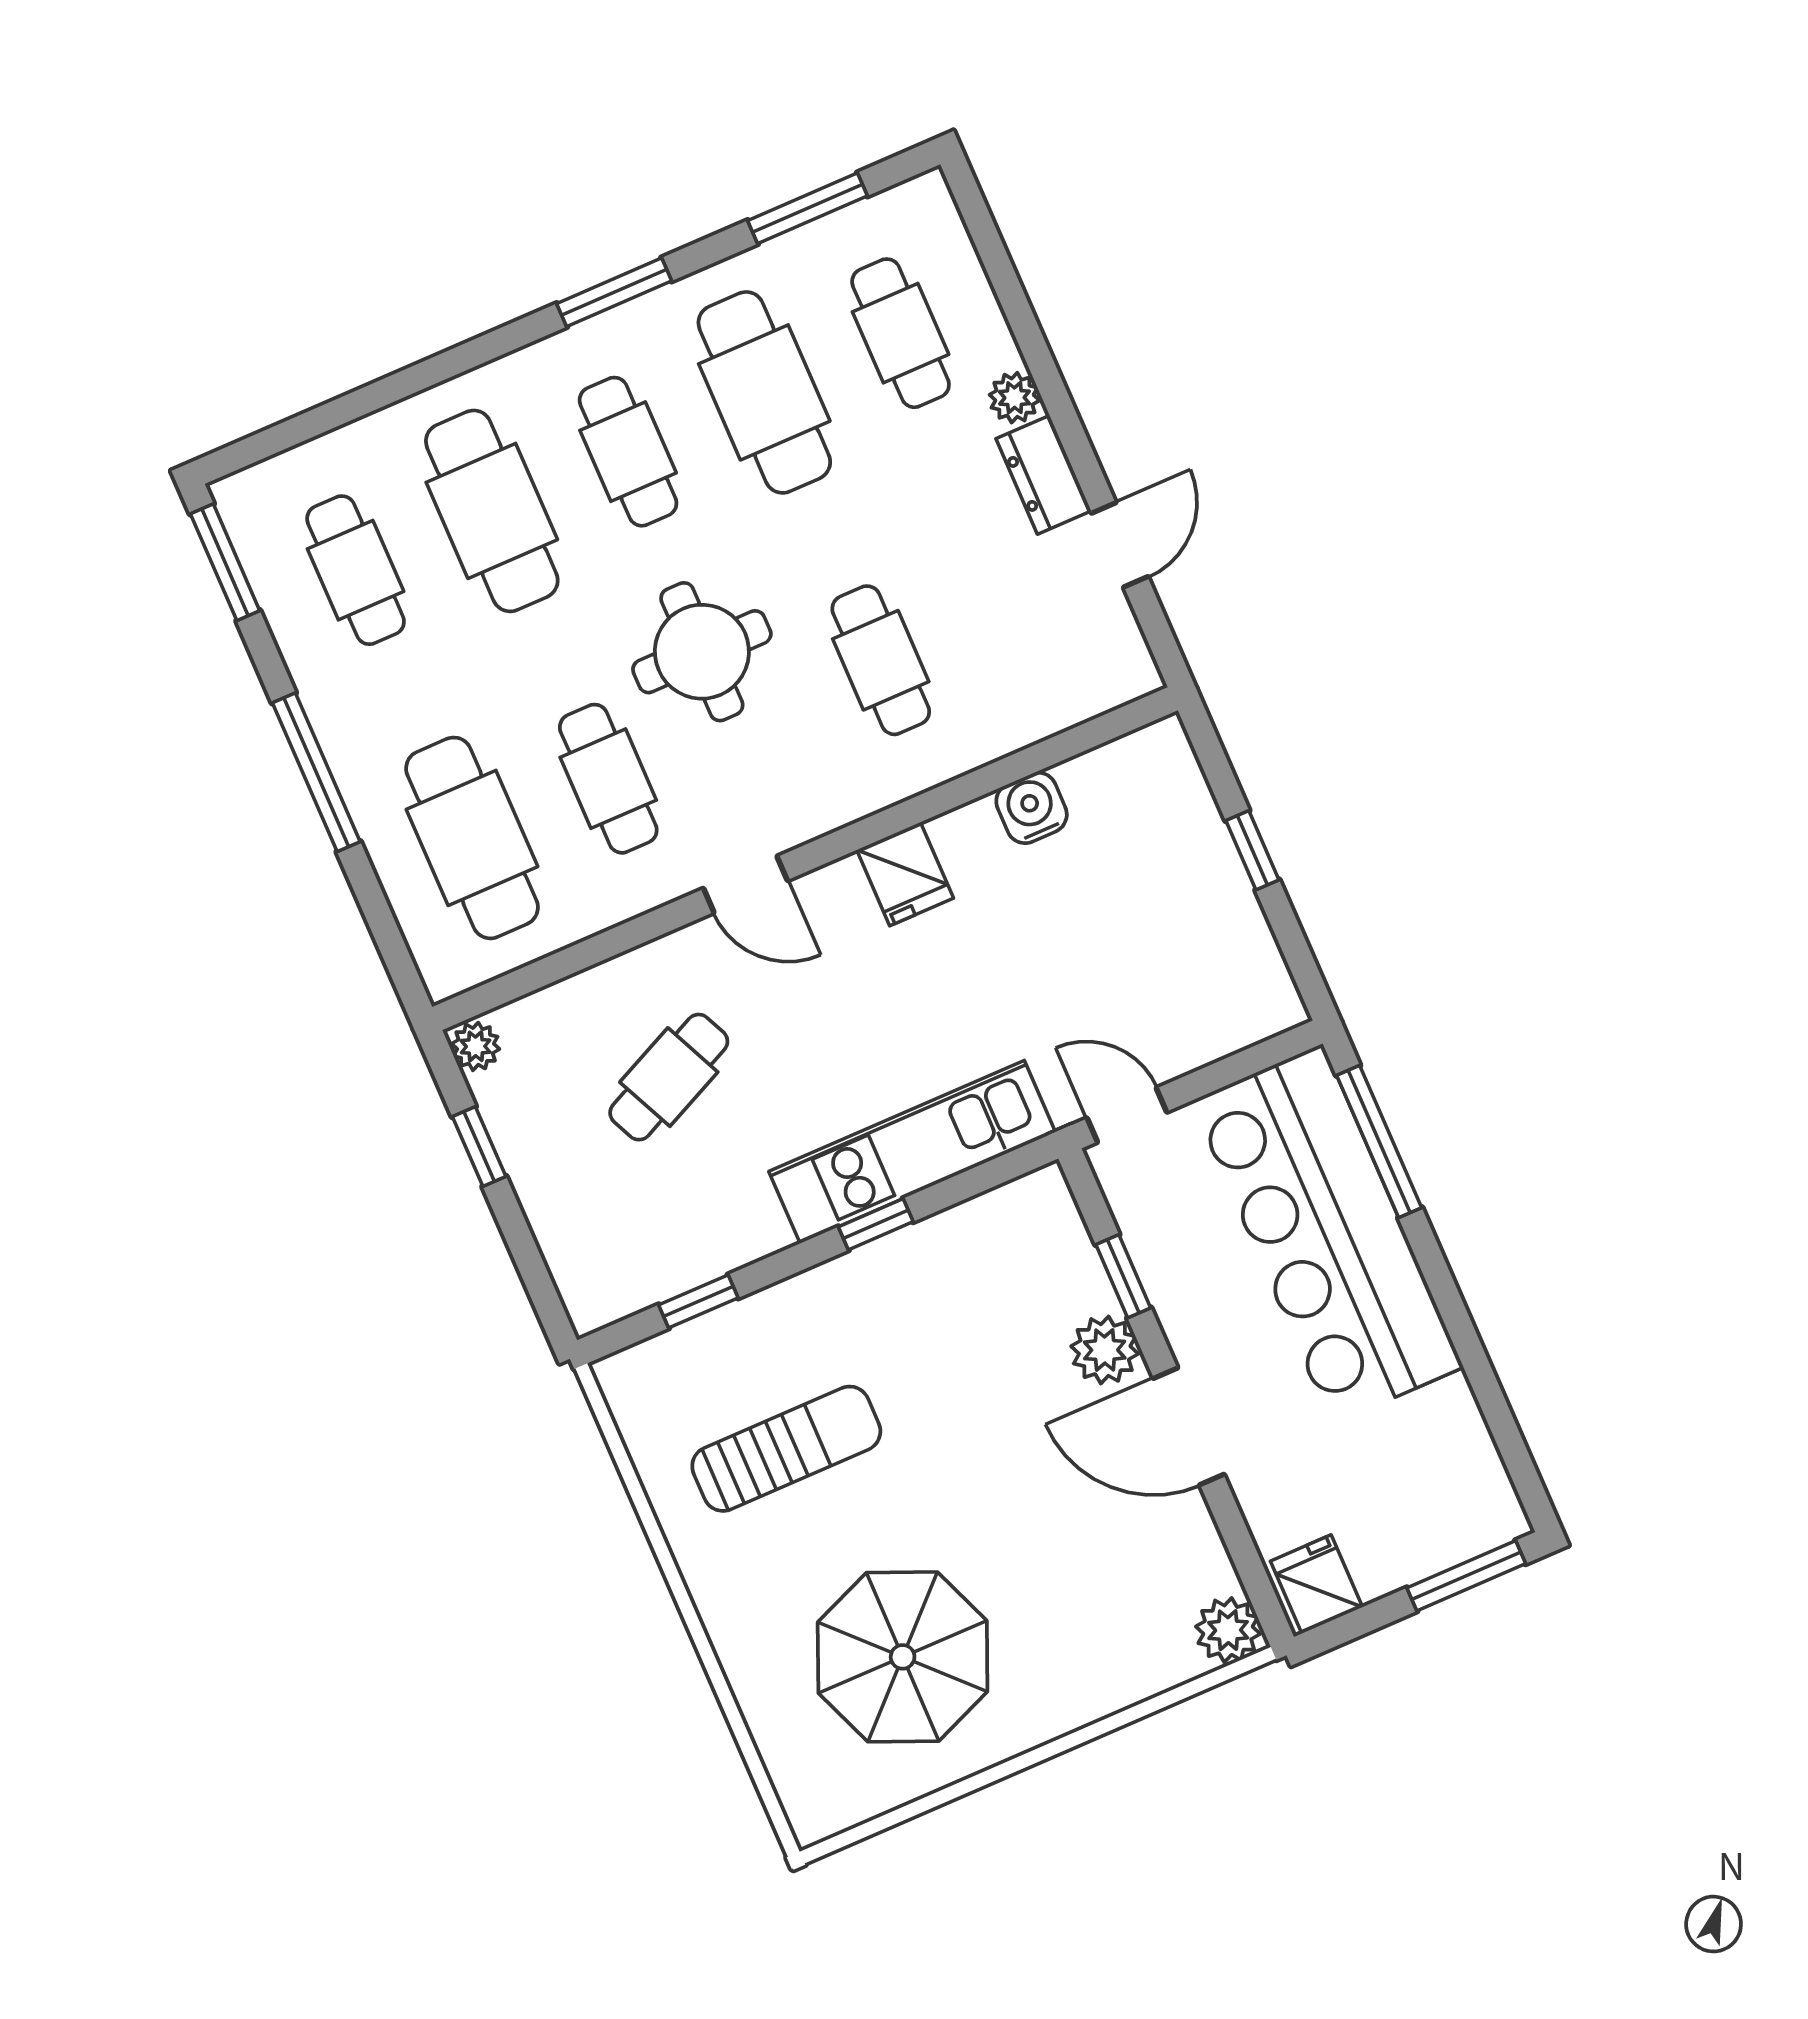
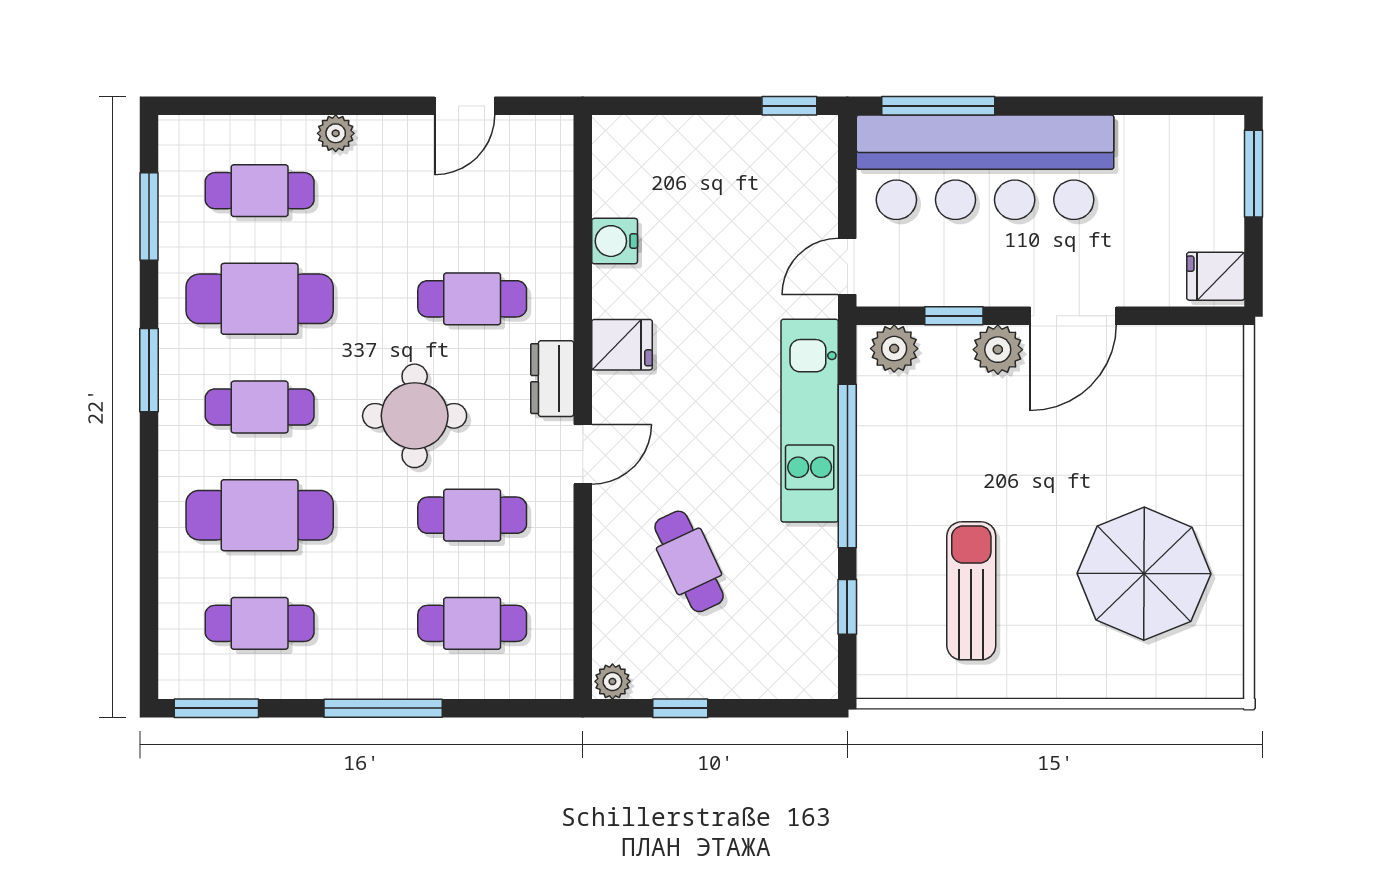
dresser: (1044, 475) -> (552, 379), moved, turned 90
door: (1120, 545) -> (465, 106), swing flipped
cafe table: (472, 838) -> (472, 623), width x0.73, depth x0.74
window: (1252, 850) -> (789, 106), moved
window: (876, 1224) -> (847, 466), width x3.17
plant: (1228, 1630) -> (894, 349), moved

